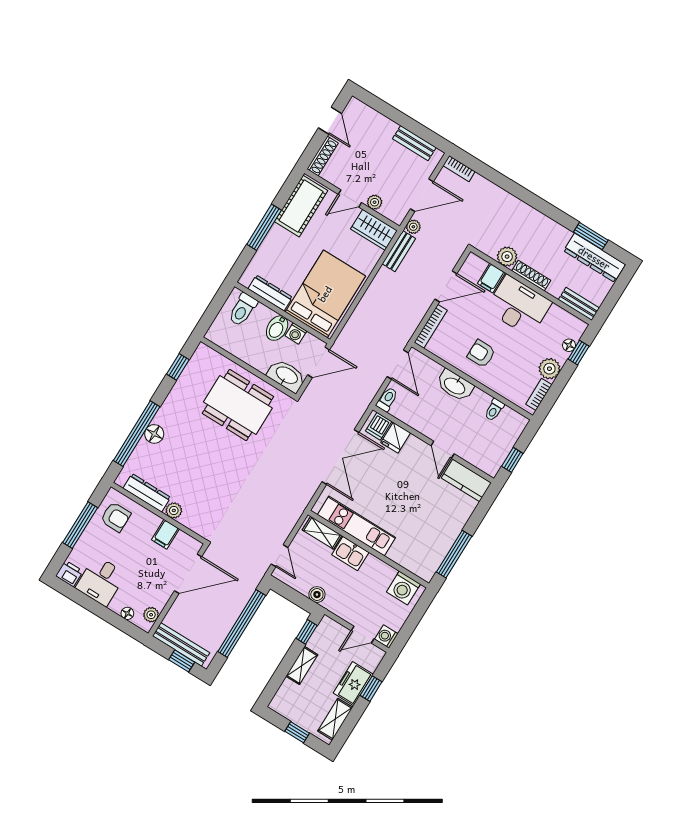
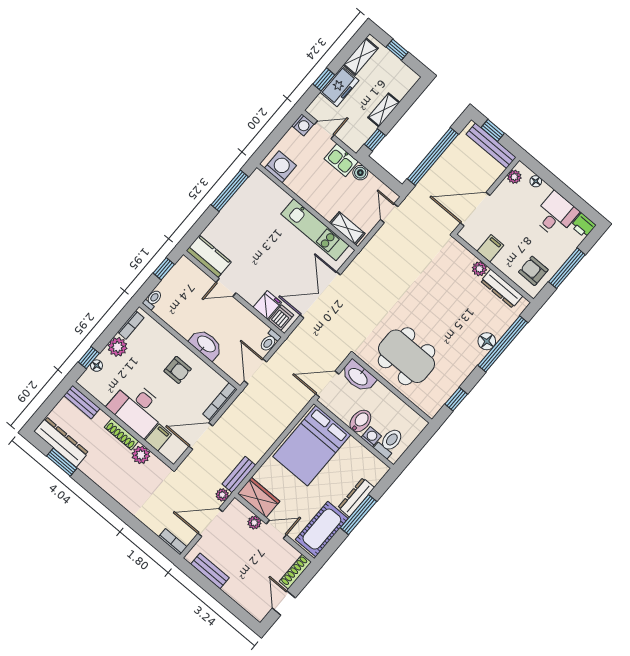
dresser: (270, 293) -> (356, 497), moved, turned 90
washing machine: (296, 333) -> (371, 437), moved
toilet: (494, 410) -> (153, 299), moved
door: (443, 450) -> (226, 287), swing flipped
kitchen sink: (350, 554) -> (341, 160), moved, turned 180

